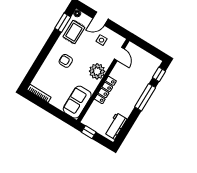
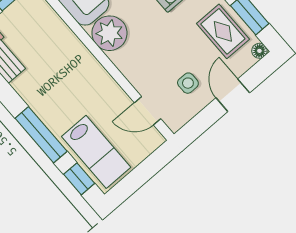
plant: (97, 71) -> (109, 33), moved
lab bench: (145, 71) -> (96, 152), added
locker: (105, 90) -> (83, 58), removed

